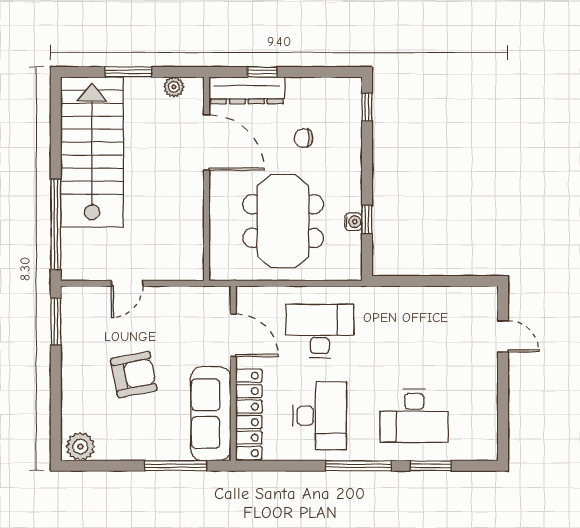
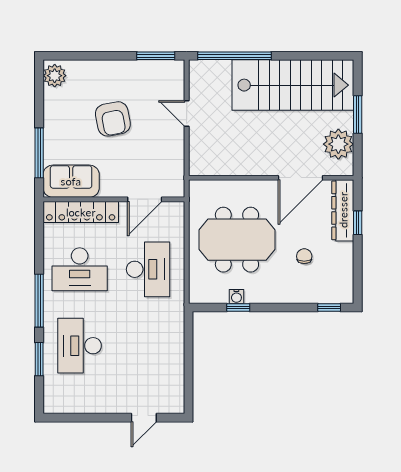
plant: (174, 87) -> (338, 144), width x1.88, depth x1.88
sofa: (211, 414) -> (71, 181), width x0.73

